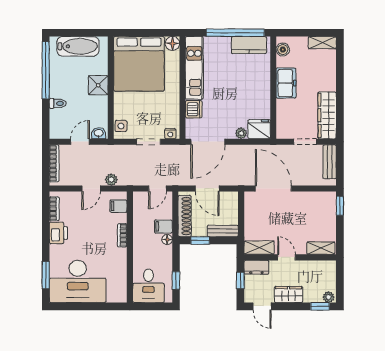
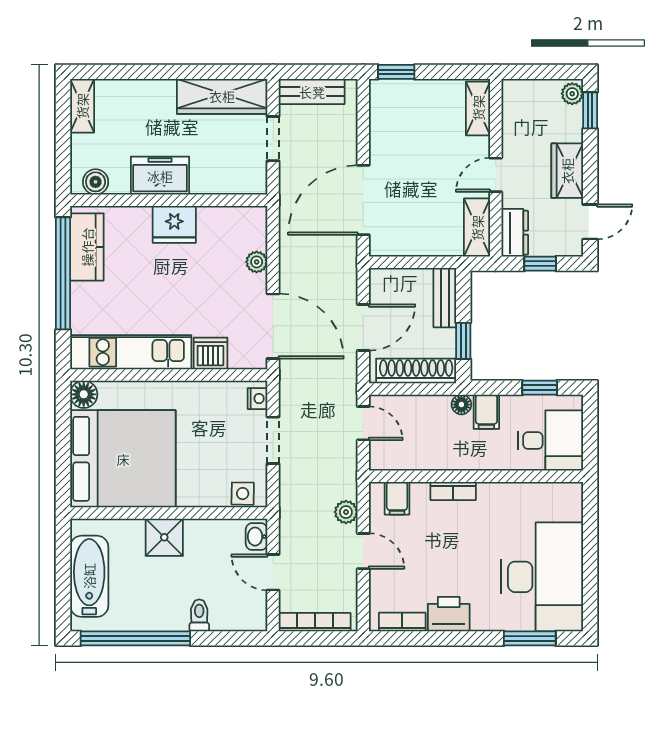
fridge: (259, 129) -> (174, 224), moved, turned -90
filing cabinet: (163, 227) -> (486, 412), moved

